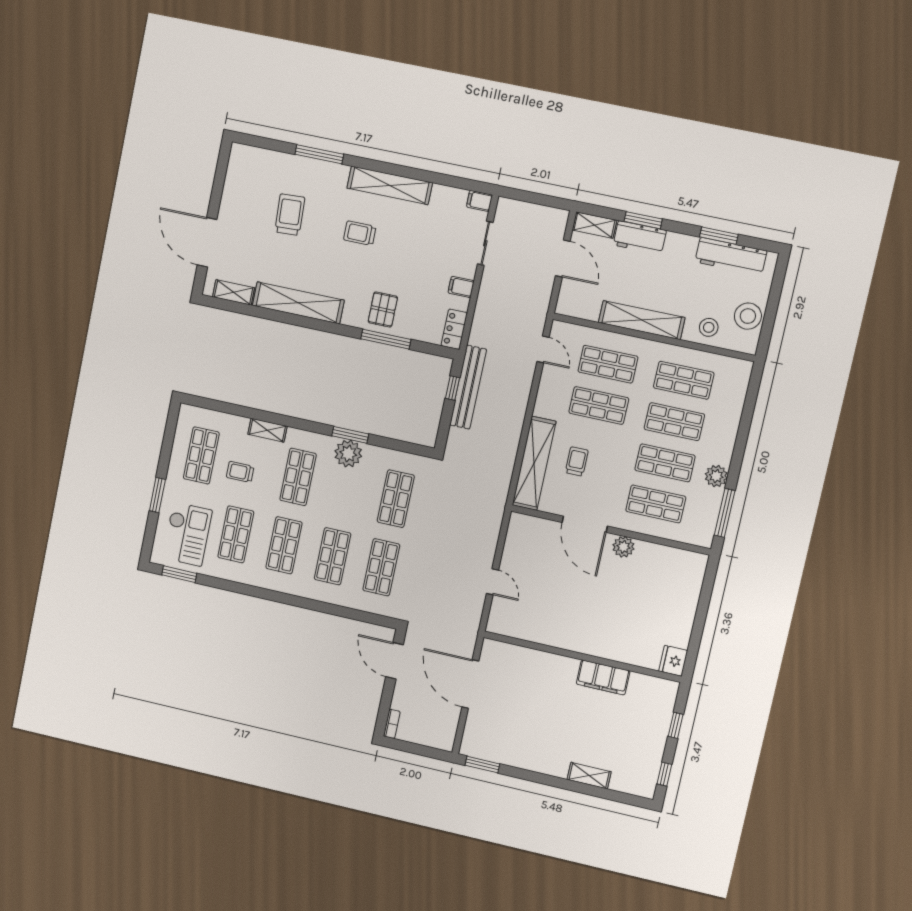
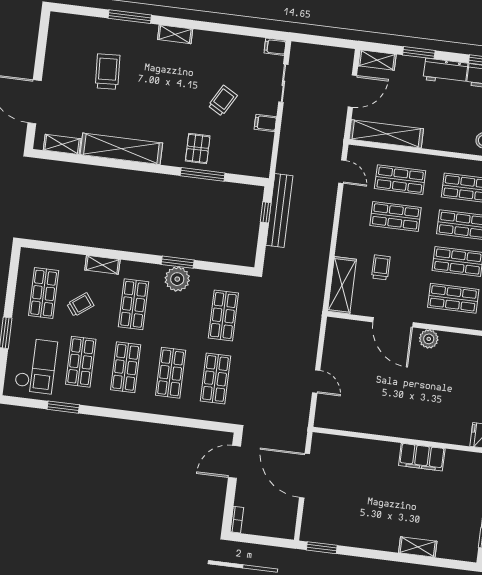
shelving: (390, 185) -> (175, 34), width x0.45, depth x0.75
trolley: (360, 233) -> (223, 101), moved, turned 120
workbench: (640, 238) -> (445, 71), moved
door: (563, 258) -> (352, 91), hinge flipped
shelving: (642, 320) -> (386, 134), moved
locker: (454, 329) -> (263, 161), removed
shelving: (534, 463) -> (342, 285), width x0.68
trolley: (240, 472) -> (80, 305), turned 143
window: (179, 574) -> (63, 407), moved
door: (394, 661) -> (235, 462), hinge flipped

